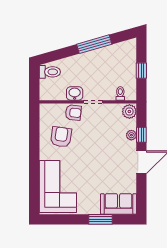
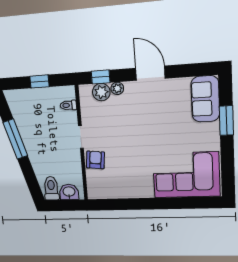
washbasin: (75, 93) -> (69, 192), moved, turned 90
plant: (129, 112) -> (101, 92), moved
window: (141, 135) -> (101, 77), moved
armchair: (61, 137) -> (125, 173), removed

